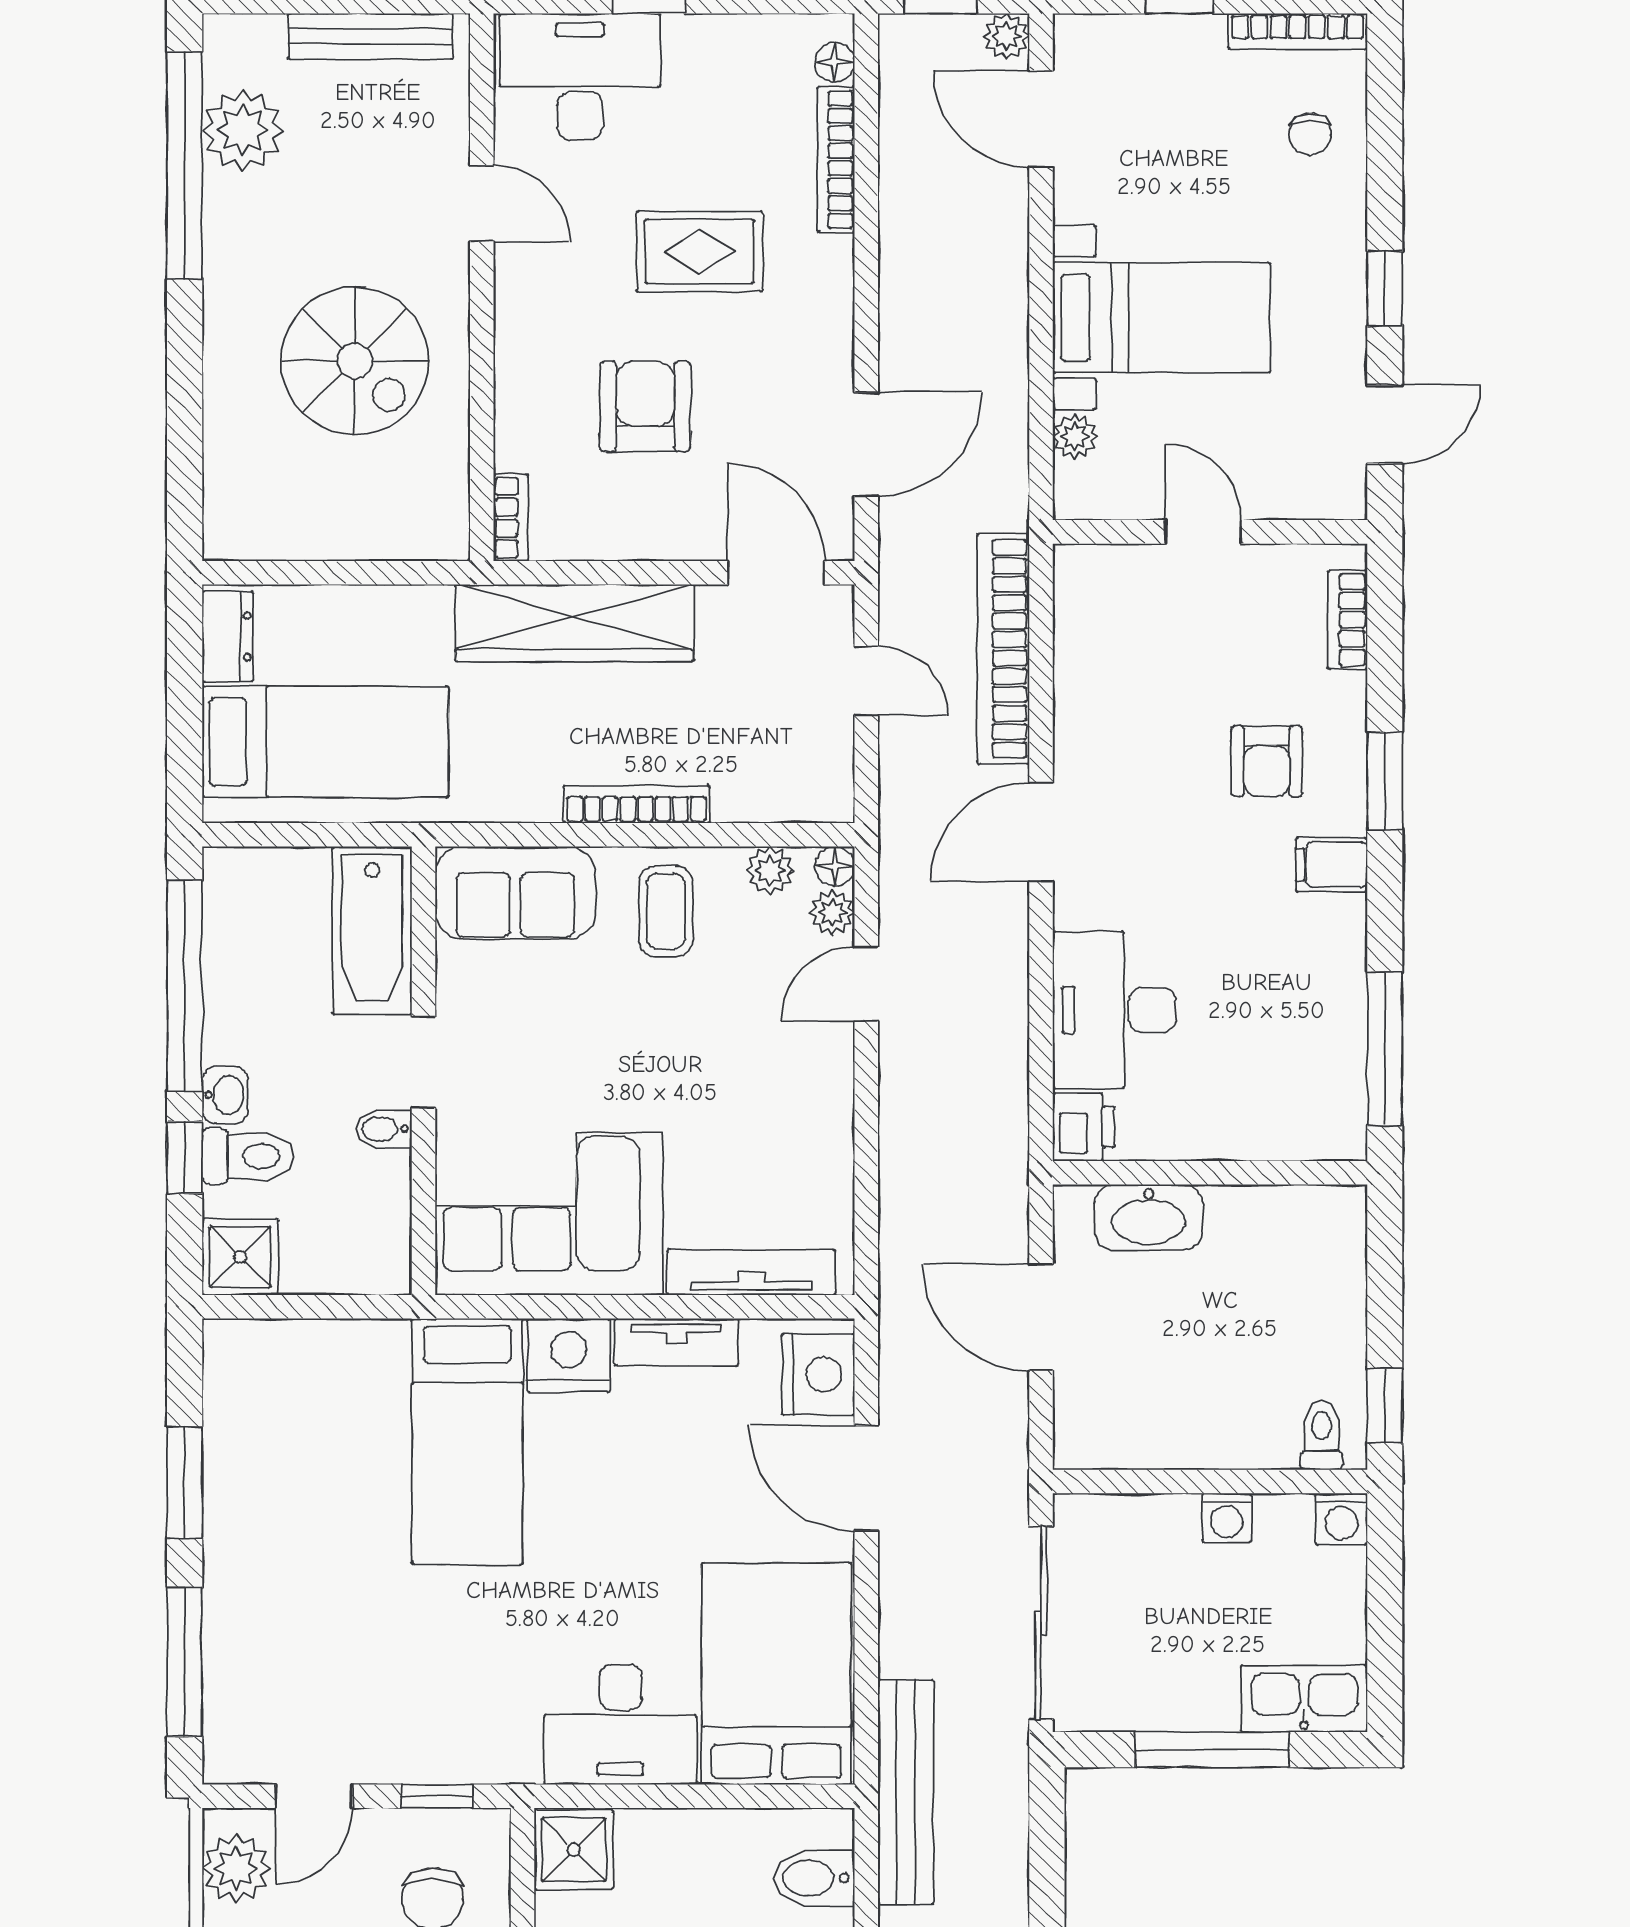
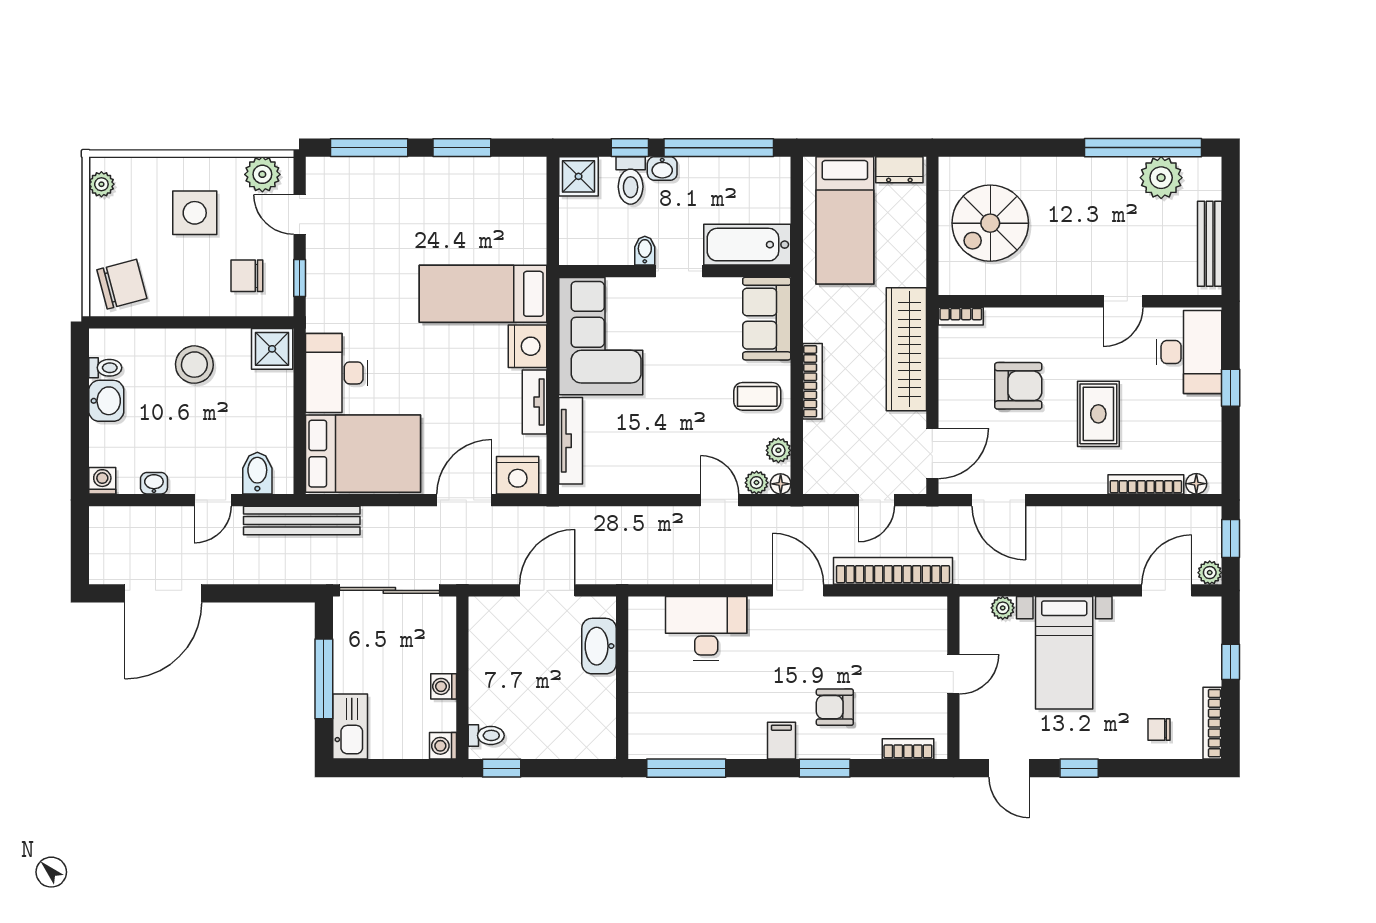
spiral stairs: (355, 361) -> (990, 223), moved
printer: (1084, 1127) -> (646, 612), removed

